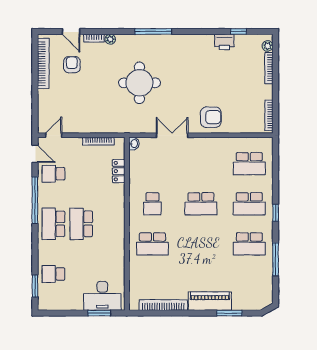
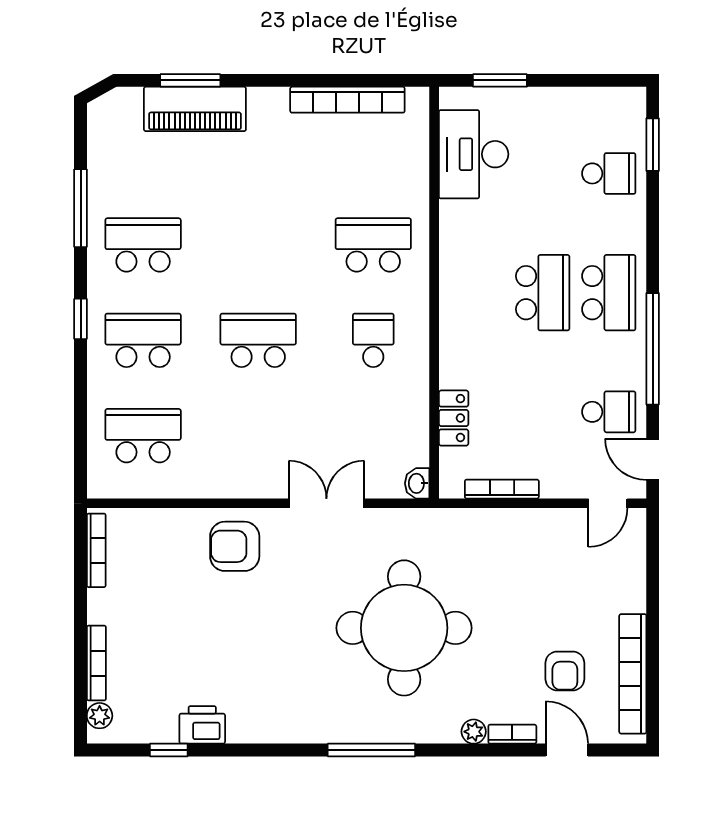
round table: (139, 83) -> (404, 628), width x1.36, depth x1.36
double door: (172, 135) -> (326, 503), swing flipped
desk: (102, 296) -> (474, 154), moved, turned -90
piano: (210, 301) -> (195, 109), moved

